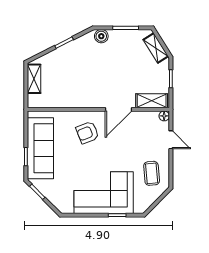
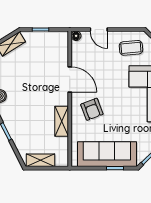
shelving: (152, 101) -> (62, 121), moved
door: (171, 140) -> (99, 30), swing flipped

